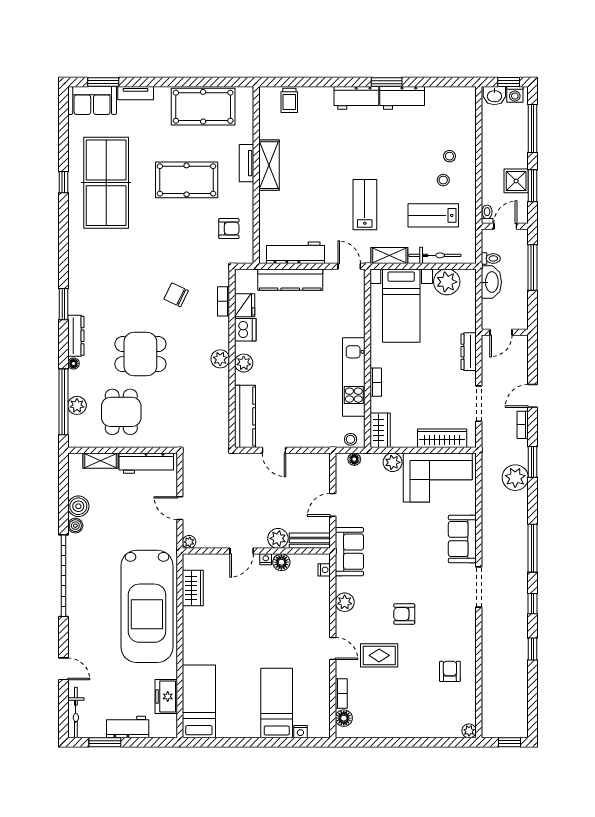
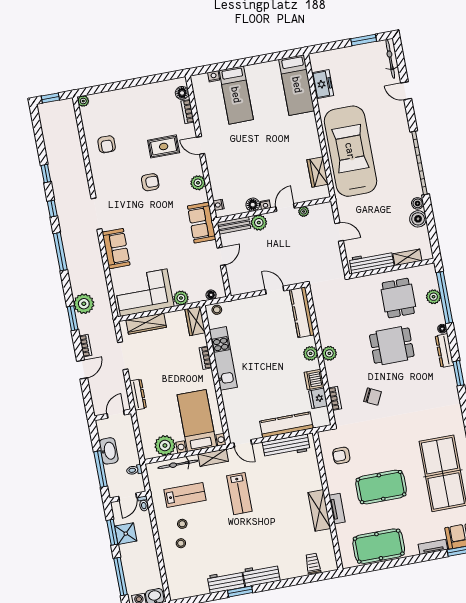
washbasin: (491, 282) -> (109, 451), moved, turned 180
plant: (189, 542) -> (304, 211), moved
workbench: (128, 727) -> (348, 55), removed

